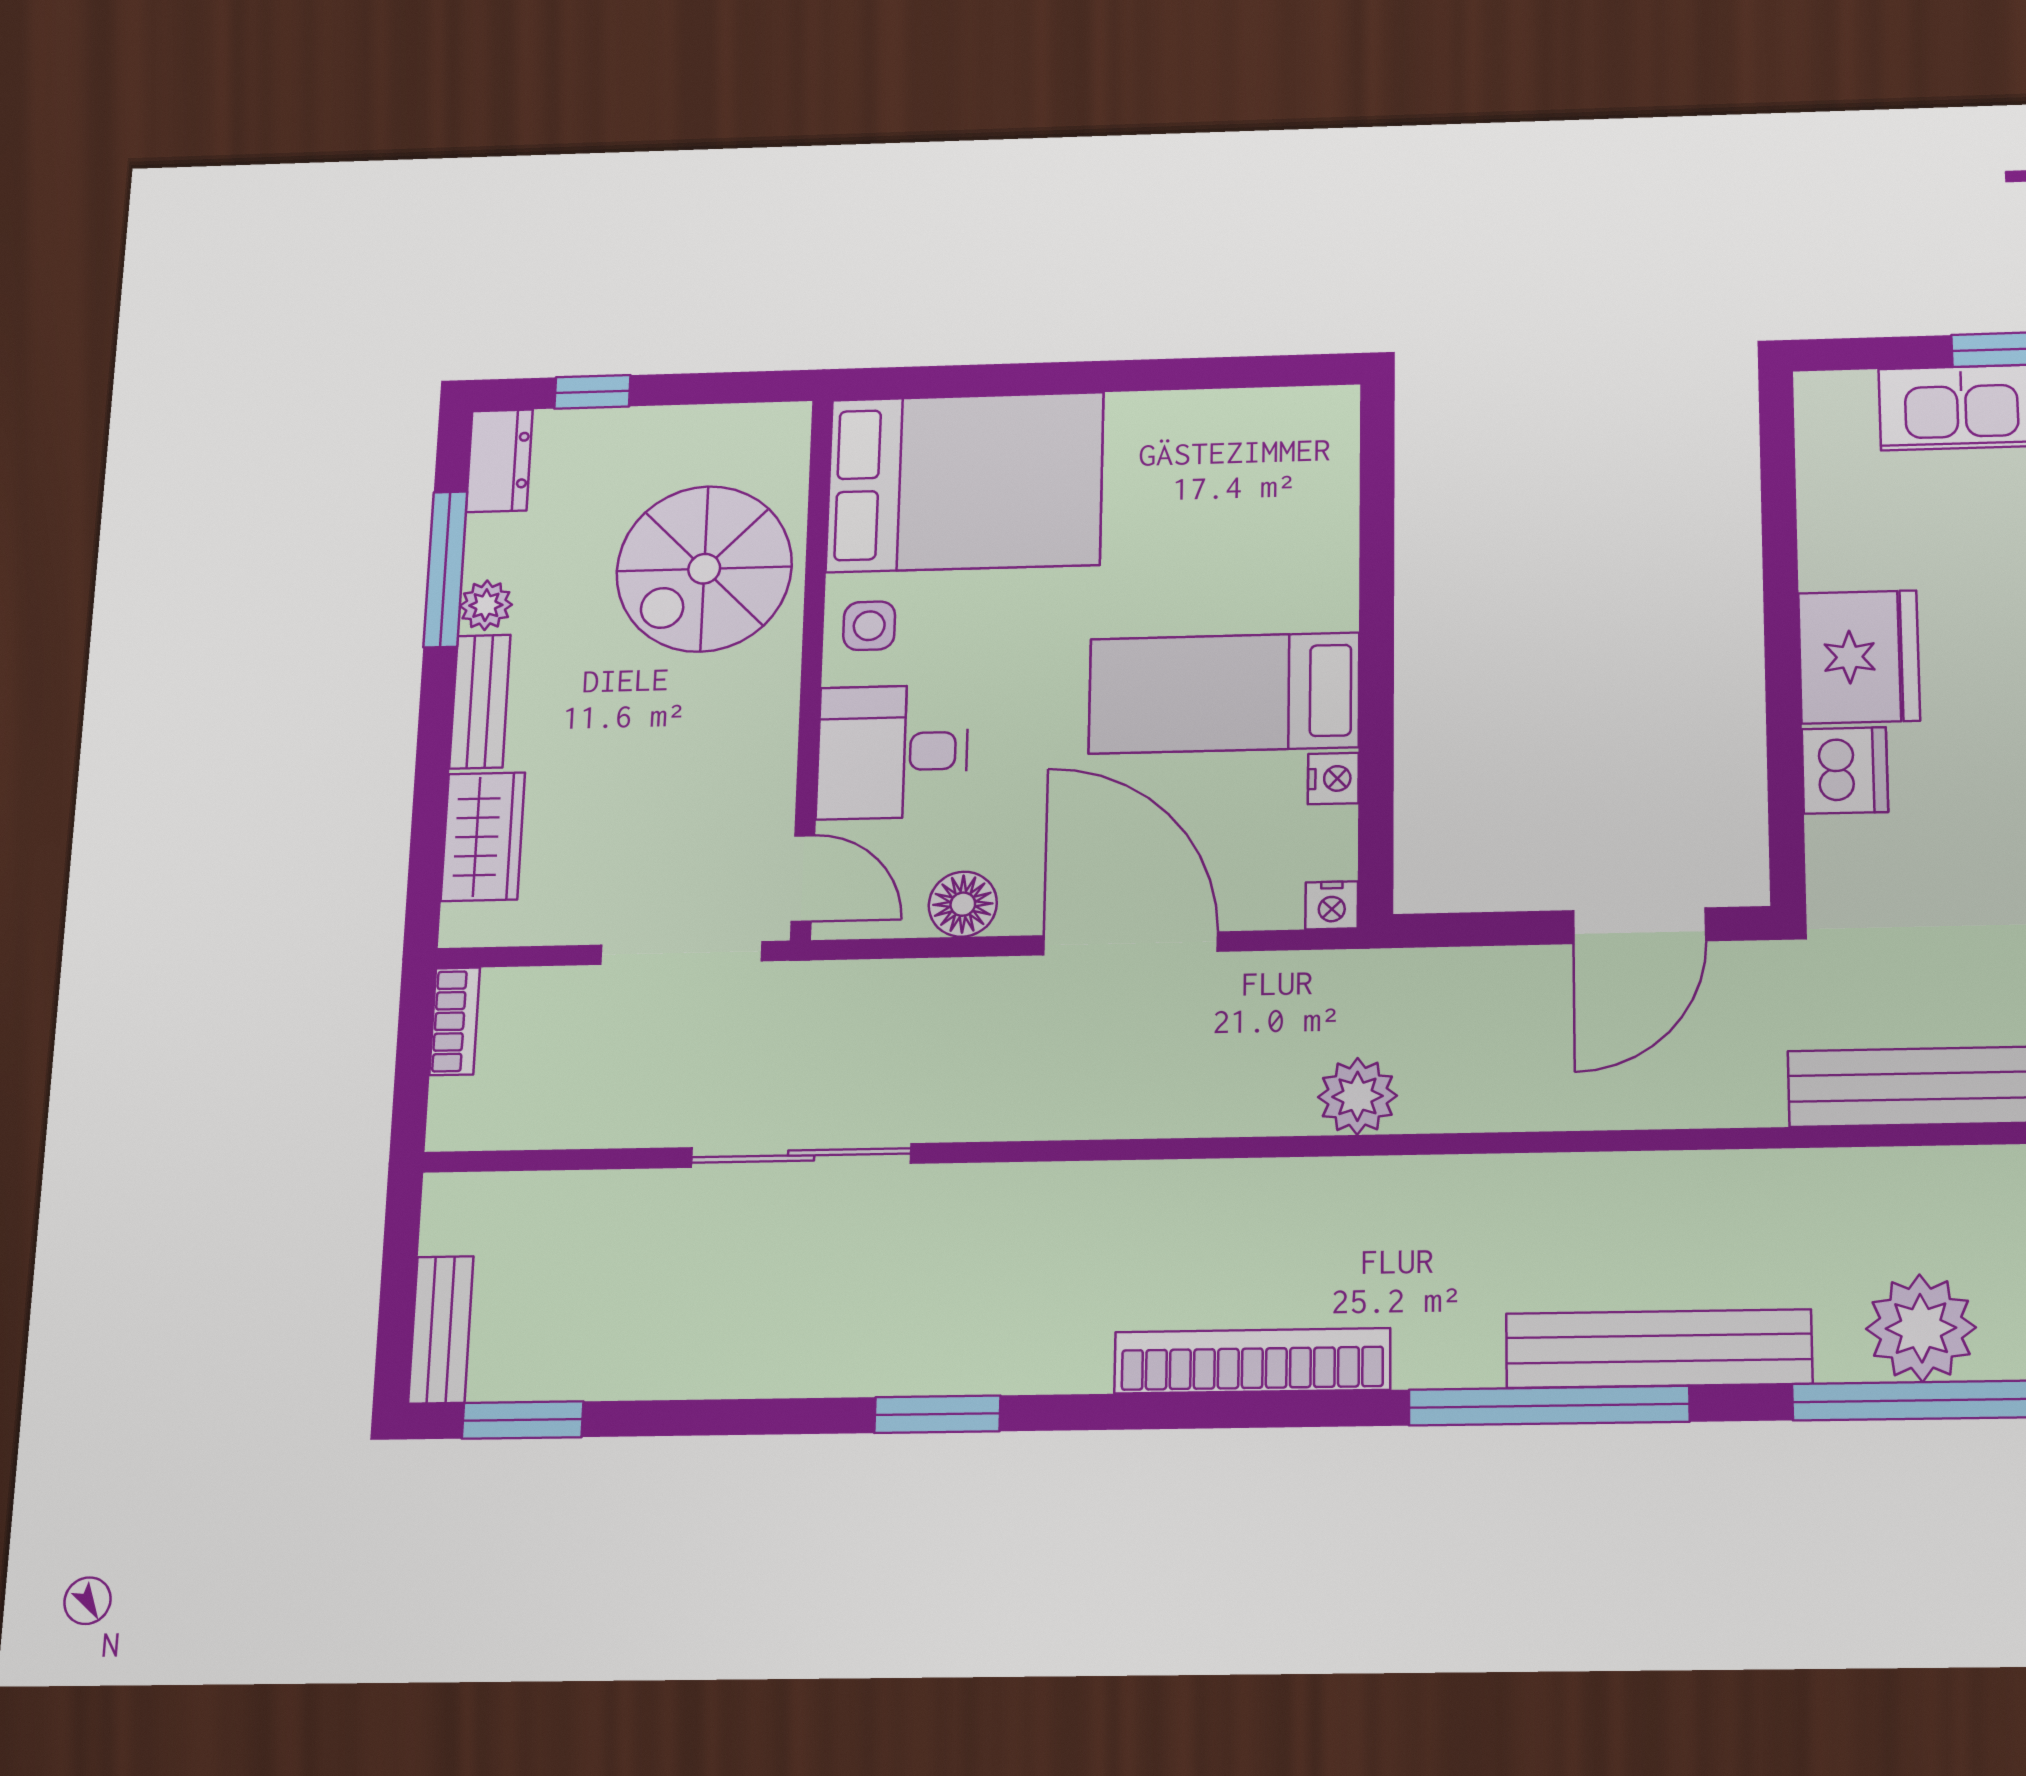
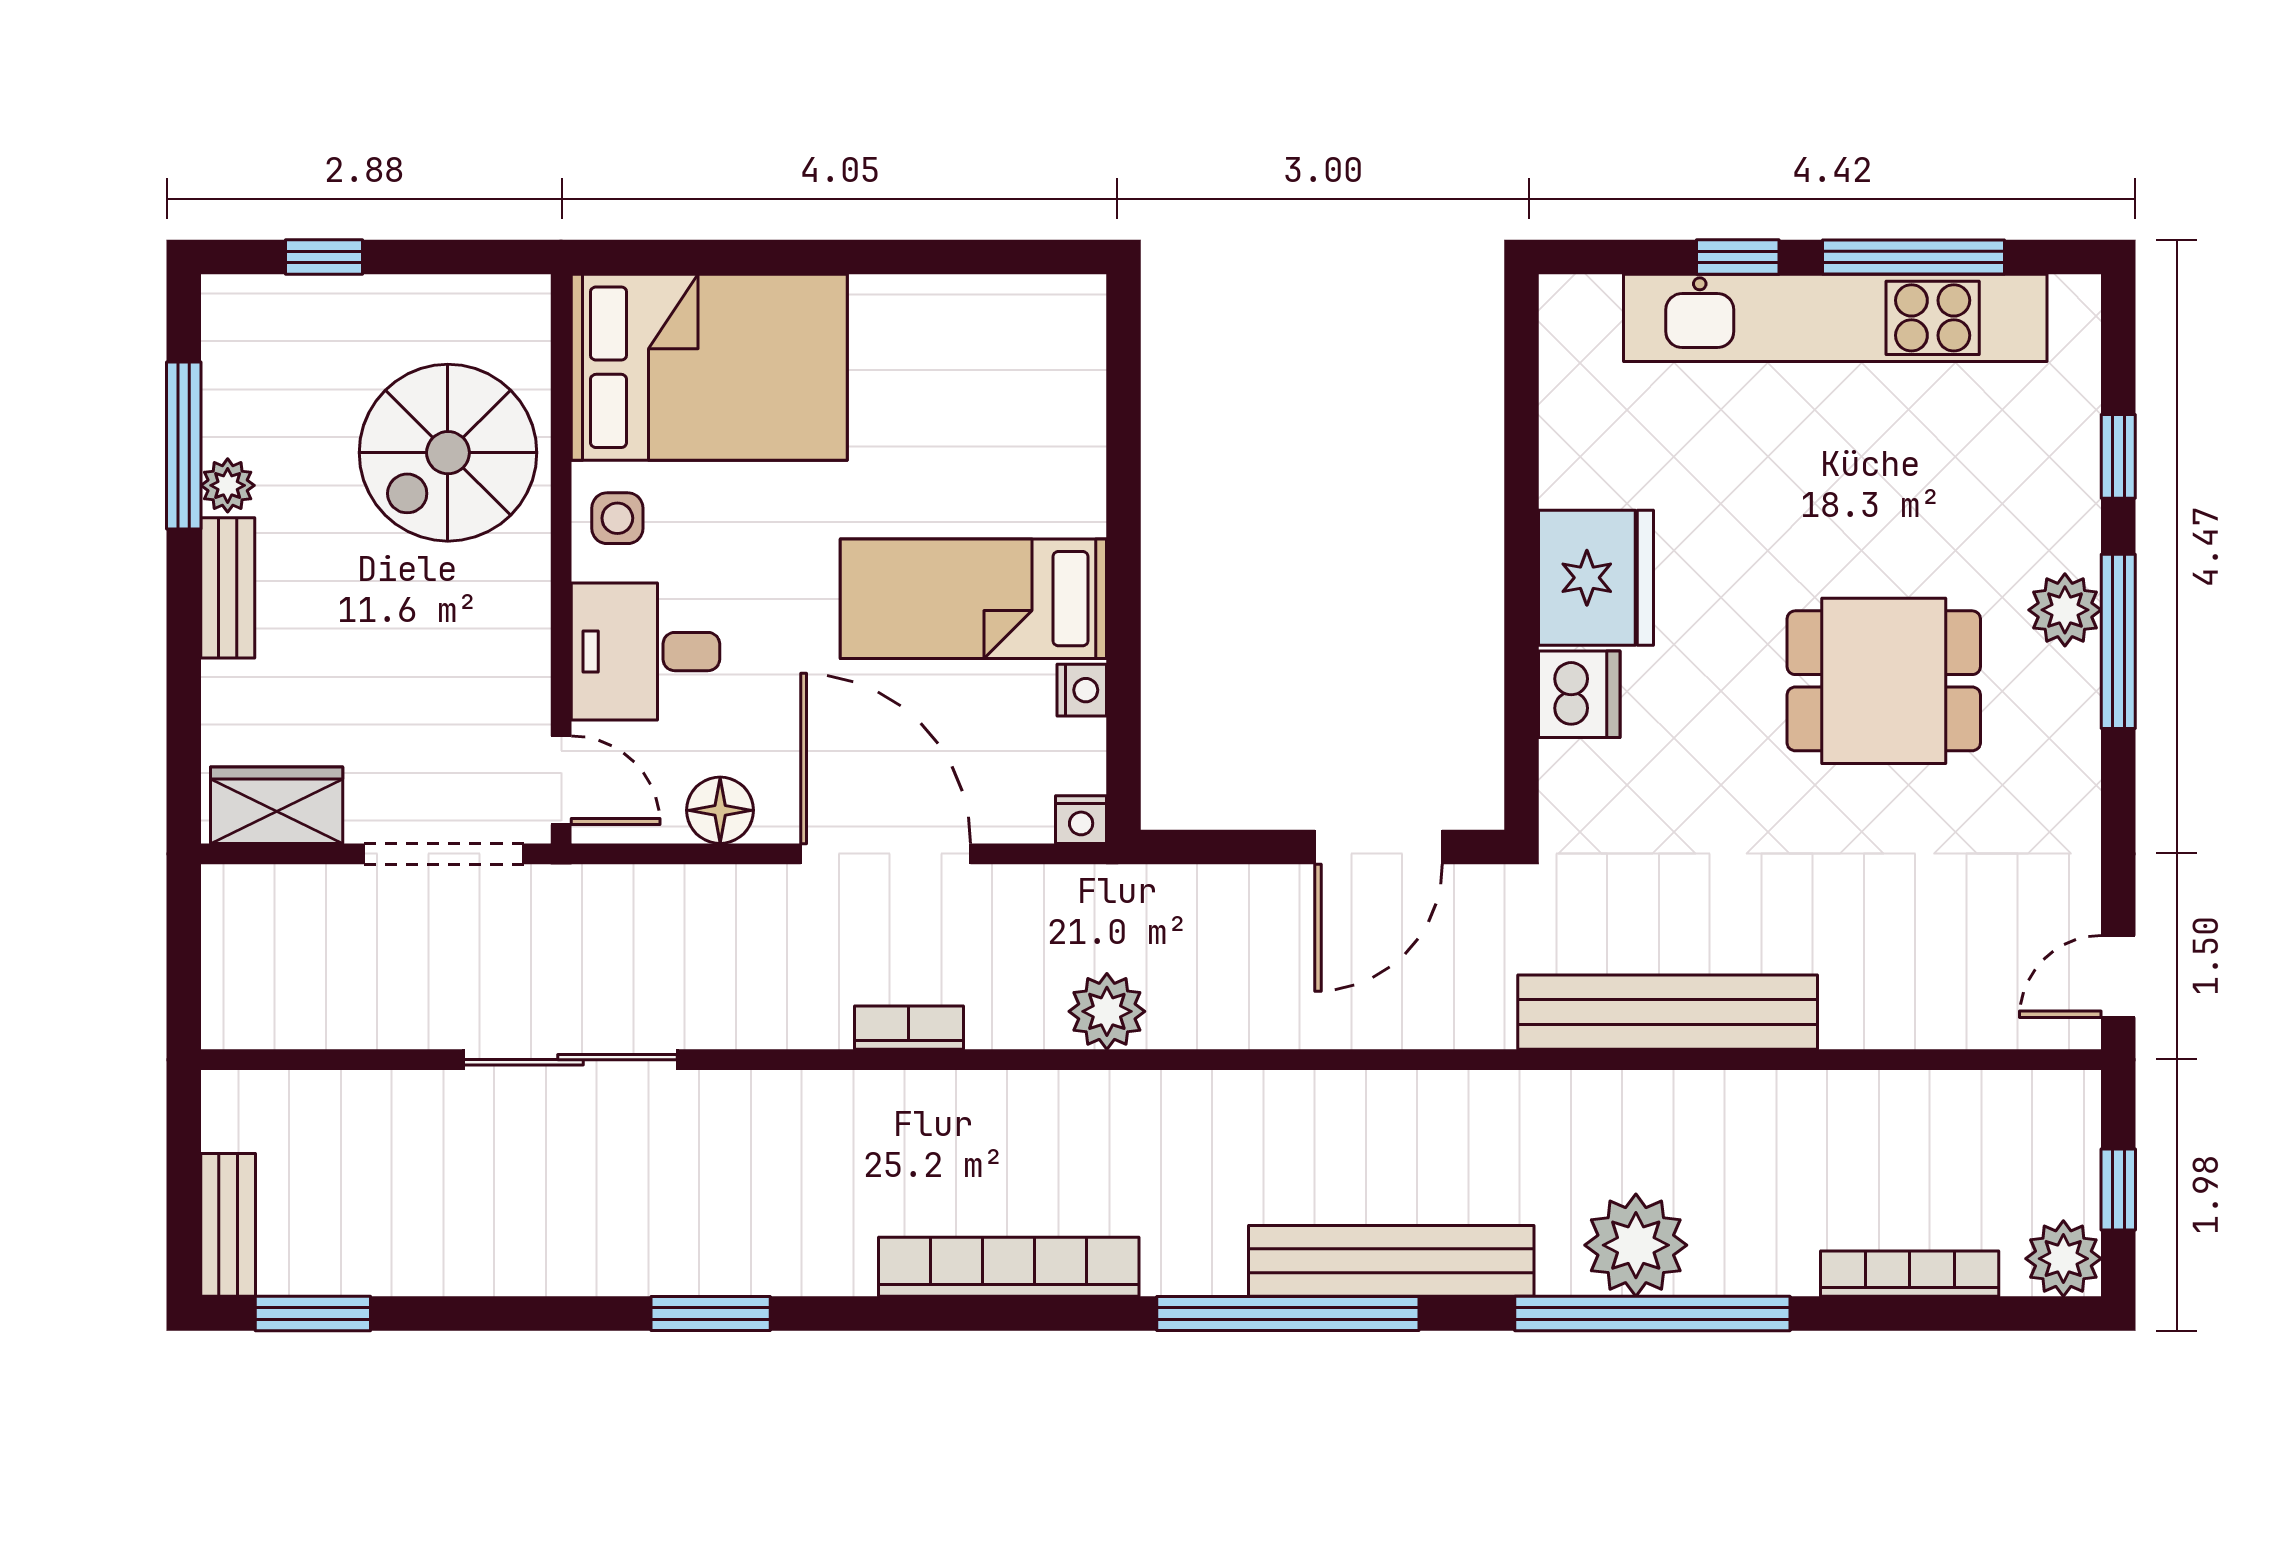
dresser: (499, 461) -> (232, 329), removed
wardrobe: (483, 837) -> (277, 805), moved, turned -90
bookcase: (455, 1021) -> (909, 1028), moved, turned -90

